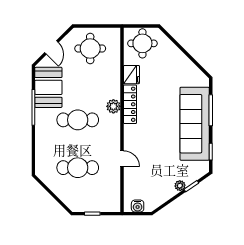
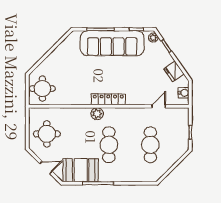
fridge: (132, 75) -> (174, 71), moved, turned -125
locker: (130, 104) -> (108, 99), moved
door: (122, 159) -> (159, 106), moved
plant: (180, 186) -> (153, 38), moved

